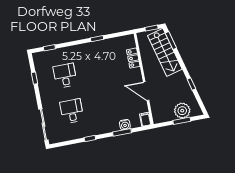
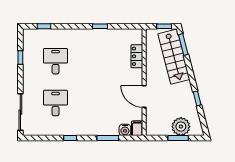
water cooler: (125, 125) -> (125, 130), moved

